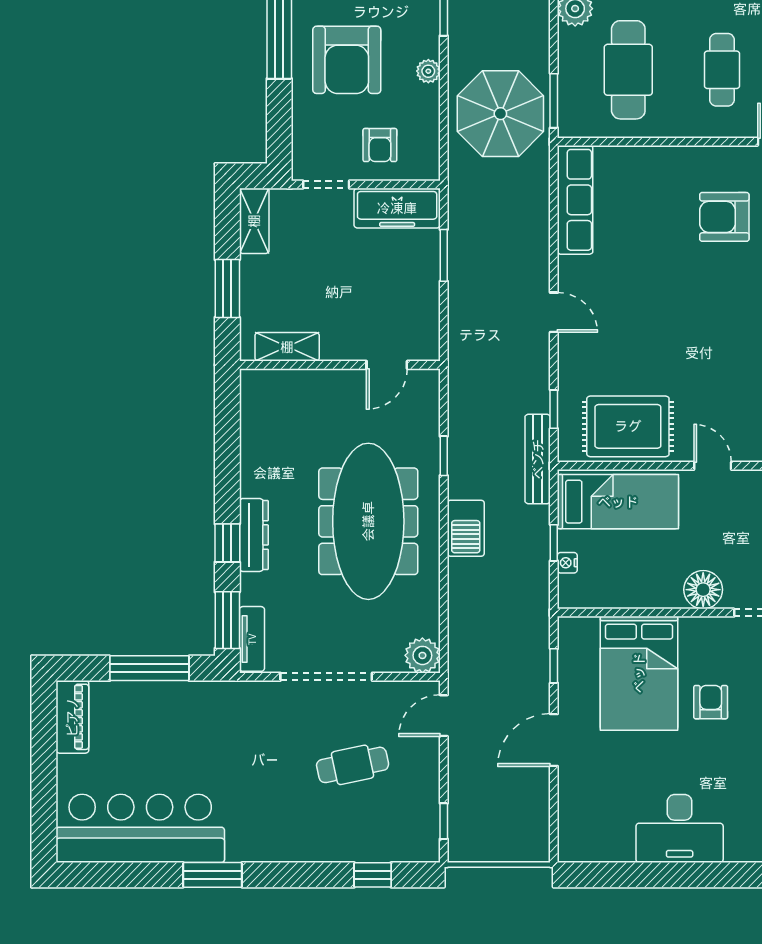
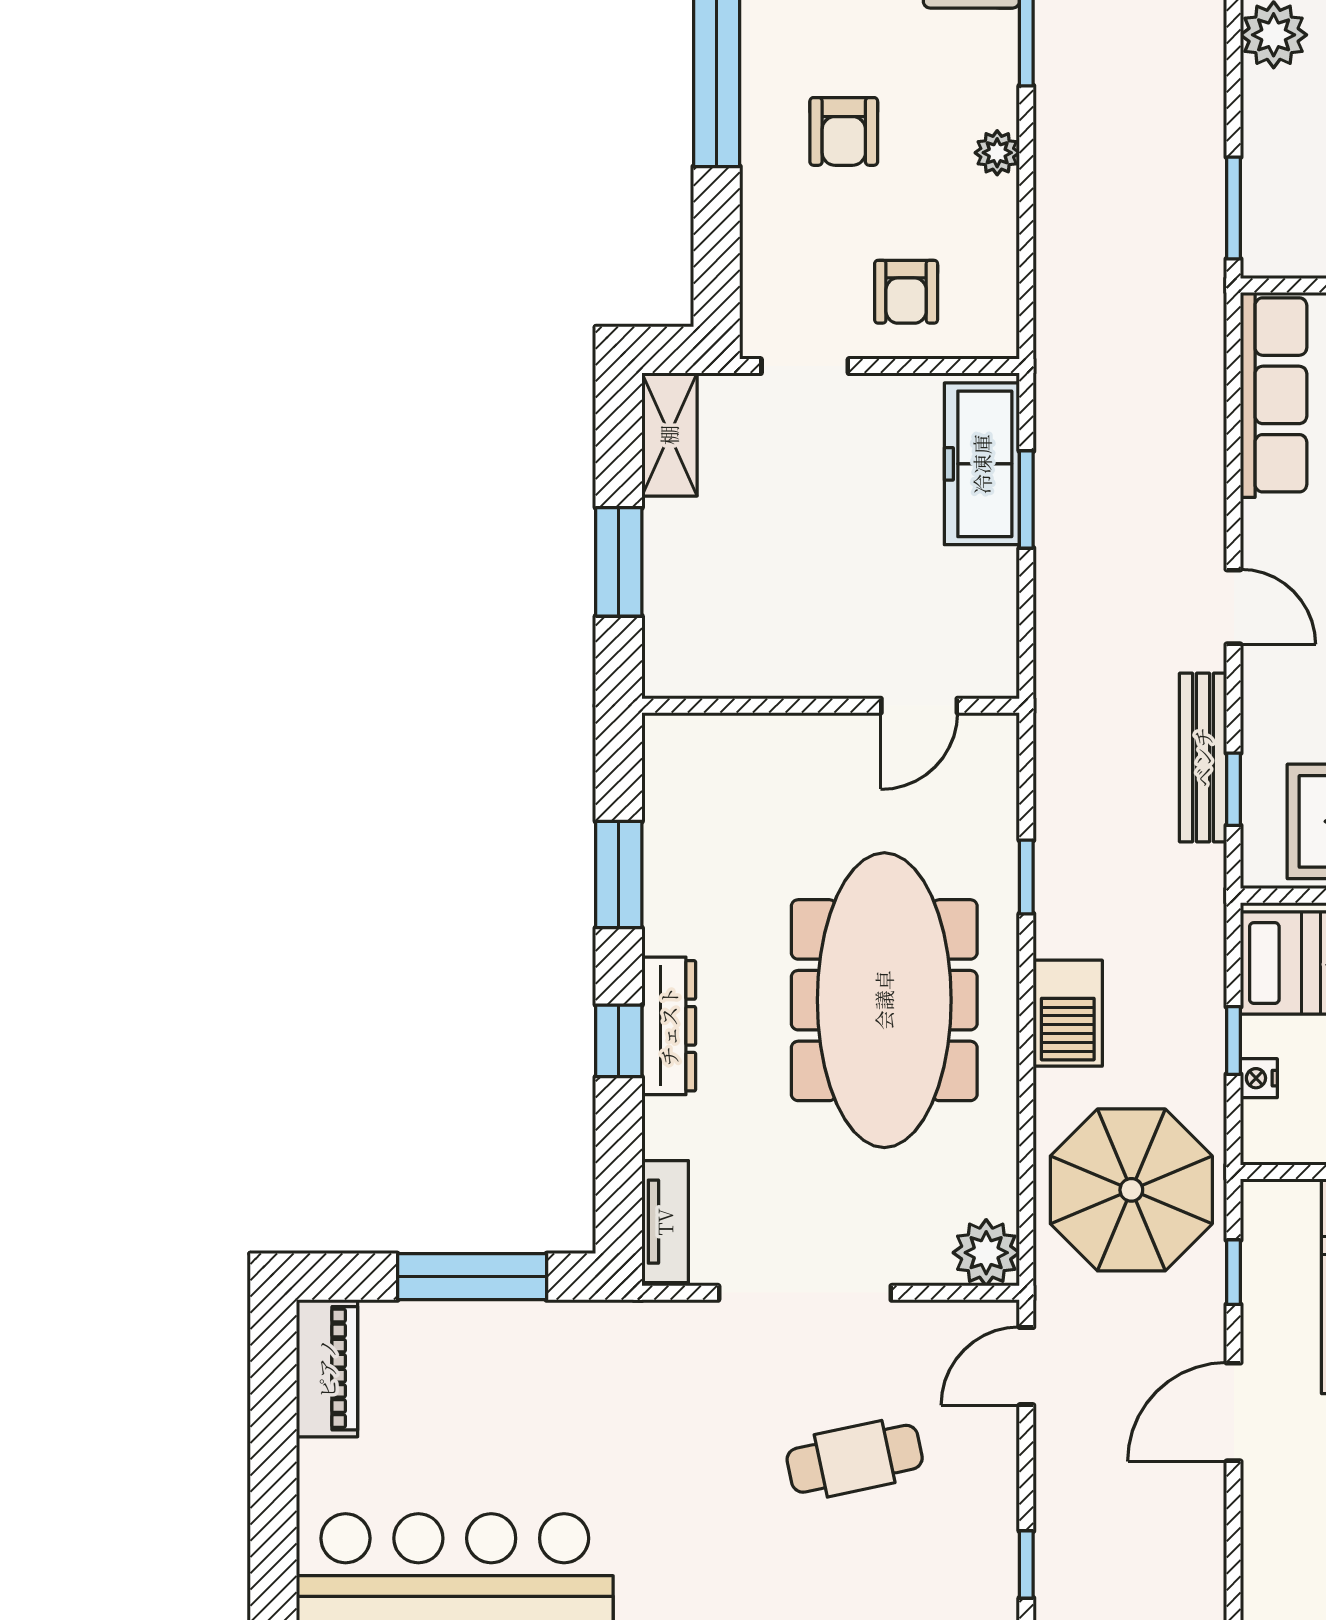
armchair: (347, 60) -> (844, 131), width x0.53, depth x0.53
parasol: (500, 114) -> (1131, 1190), moved
freezer: (397, 208) -> (982, 464), moved, turned 90
shelving: (287, 347) -> (731, 672), removed
bench: (538, 459) -> (1203, 757), moved
window: (227, 620) -> (619, 875), moved

